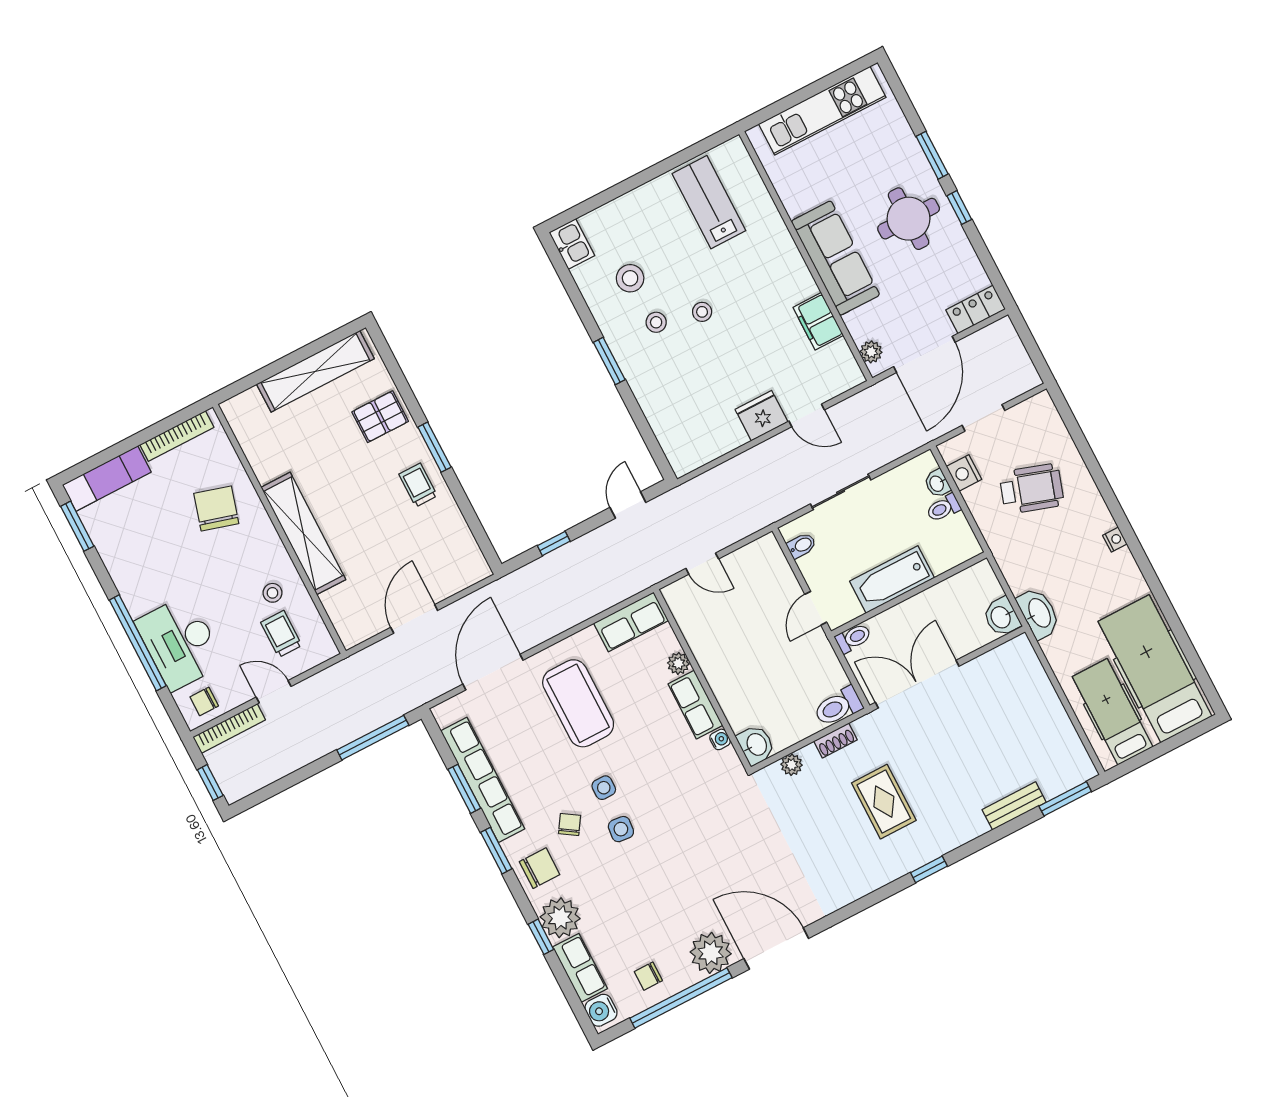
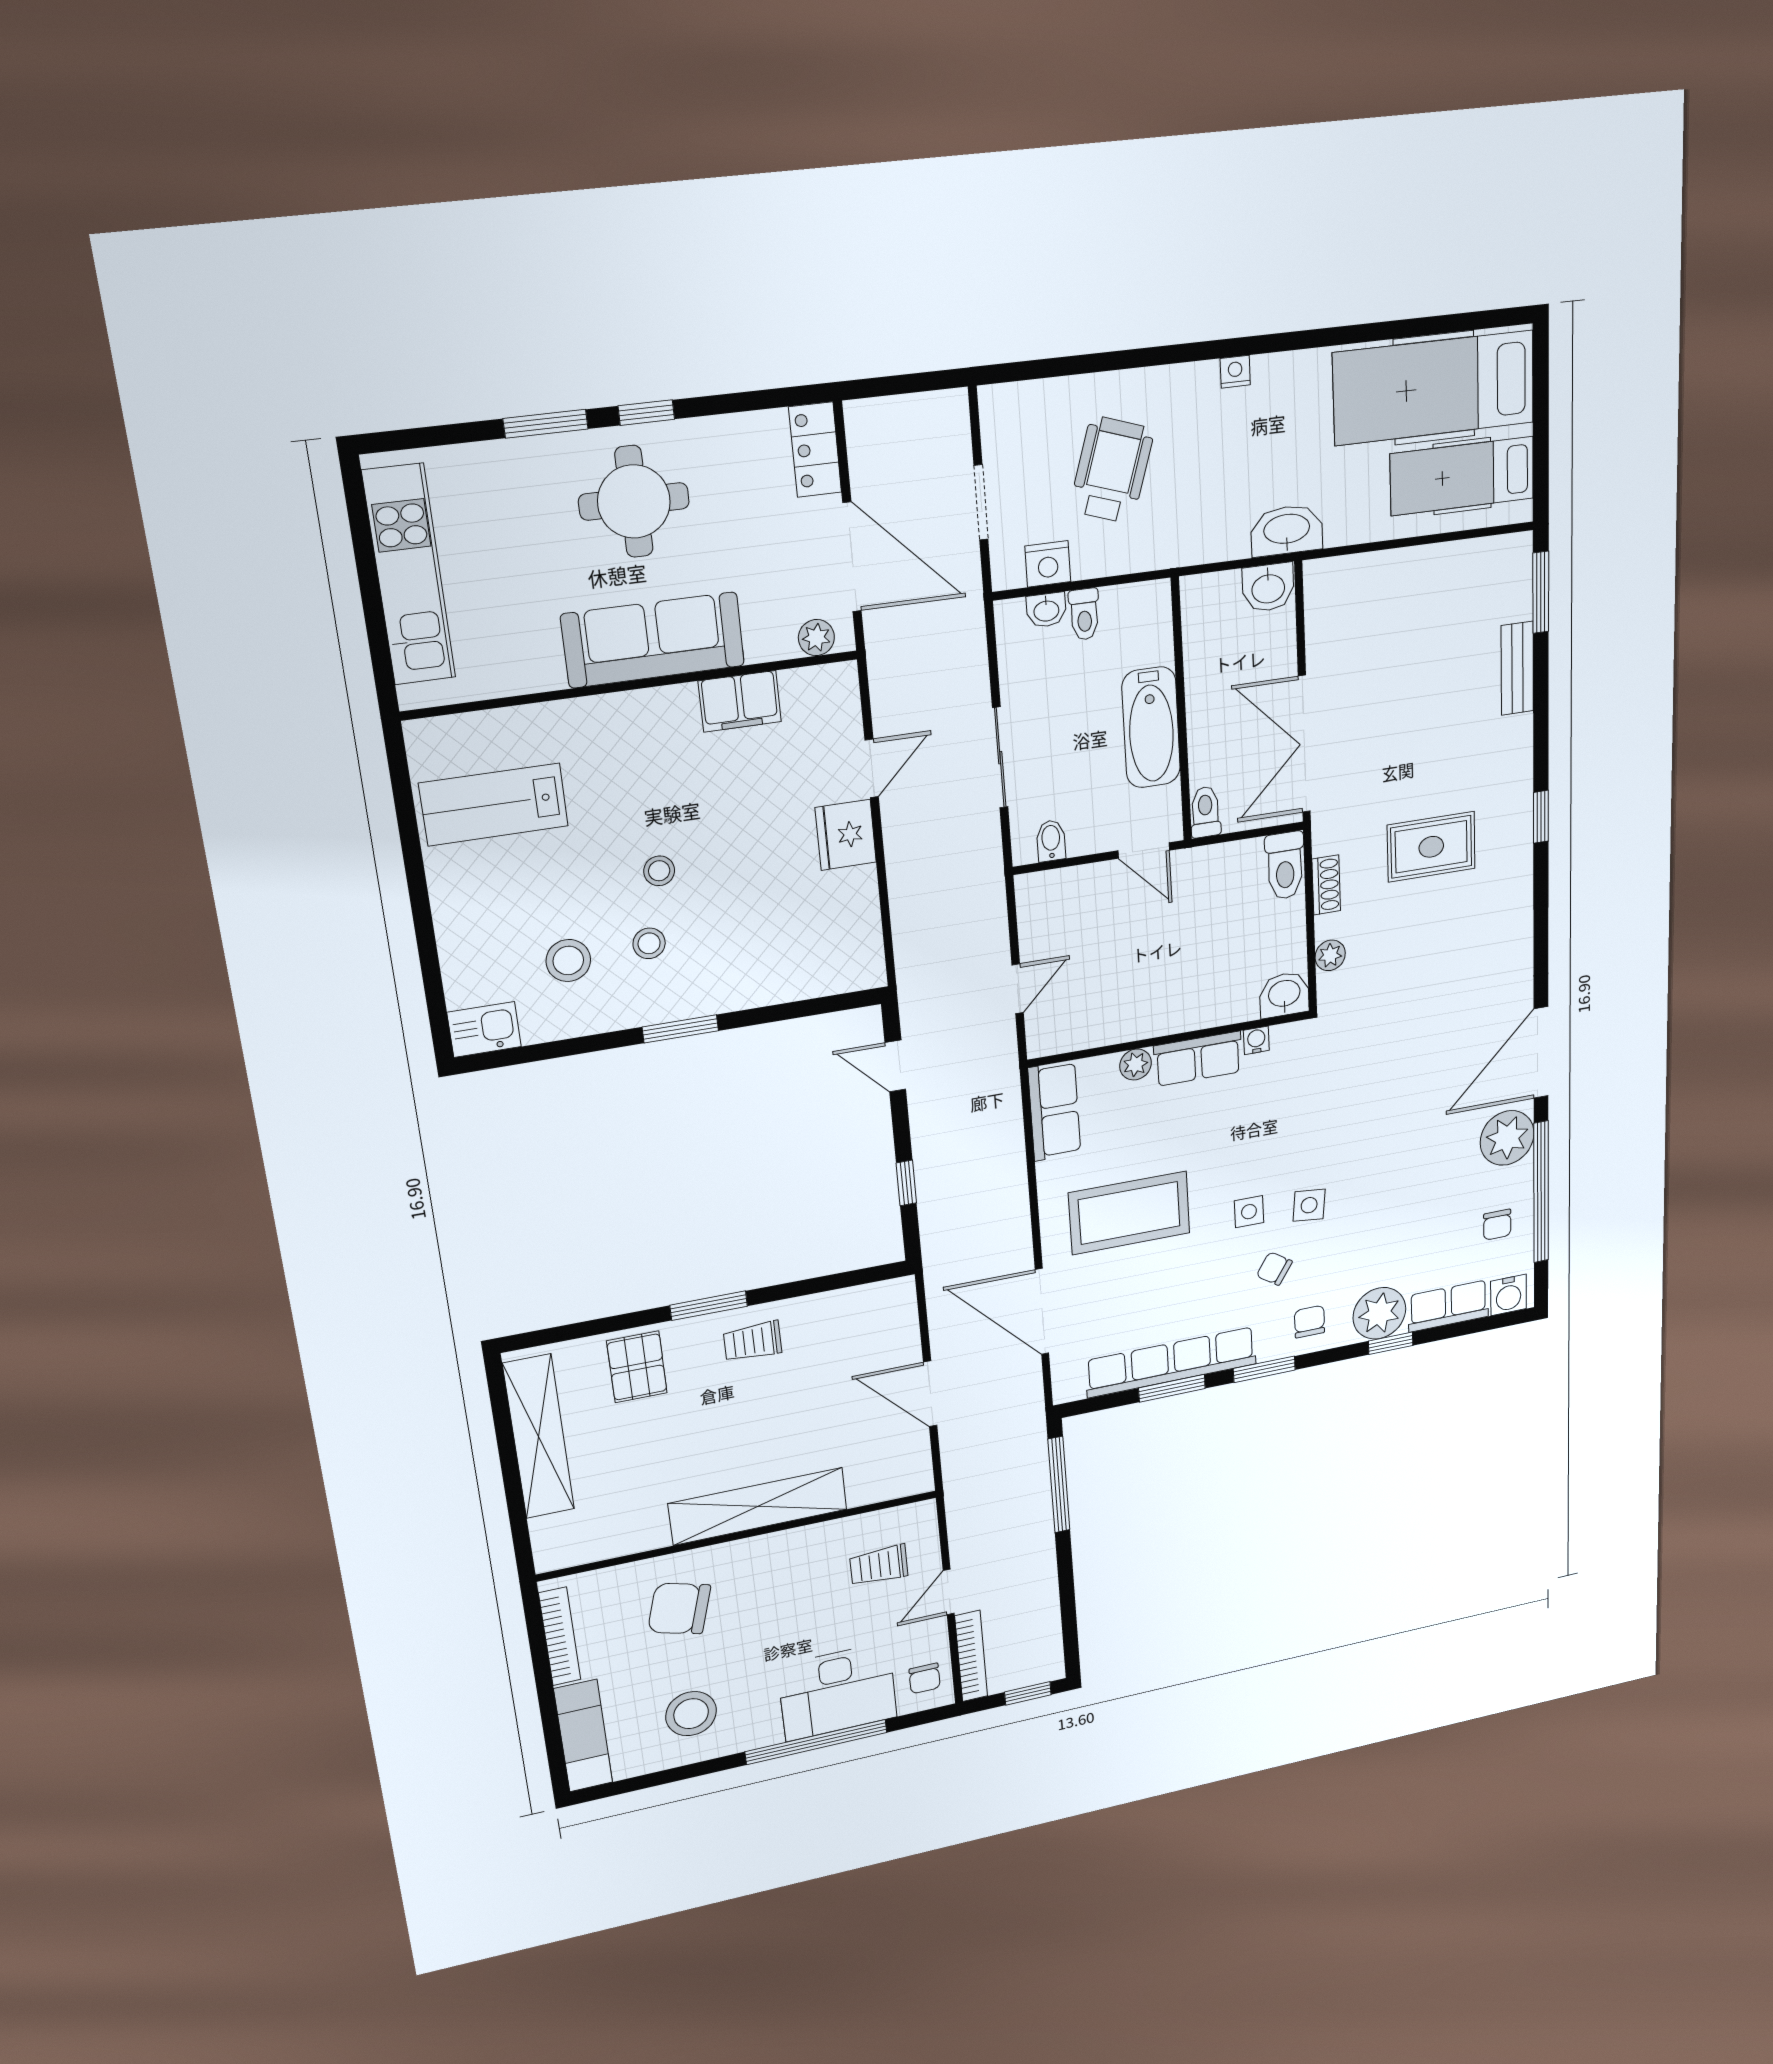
window: (77, 526) -> (633, 1784), removed
stool: (272, 593) -> (691, 1714), moved, width x1.89, depth x1.89
chair: (540, 868) -> (1310, 1322), width x0.73, depth x0.73

